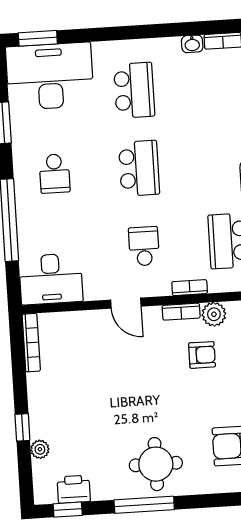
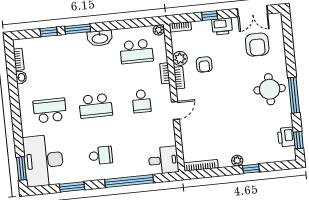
school desk: (139, 168) -> (96, 106), turned 180
school desk: (144, 246) -> (141, 101), turned -90
desk: (51, 279) -> (163, 160), width x0.73
armchair: (202, 355) -> (204, 64), turned 180
plant: (40, 449) -> (237, 161), moved

